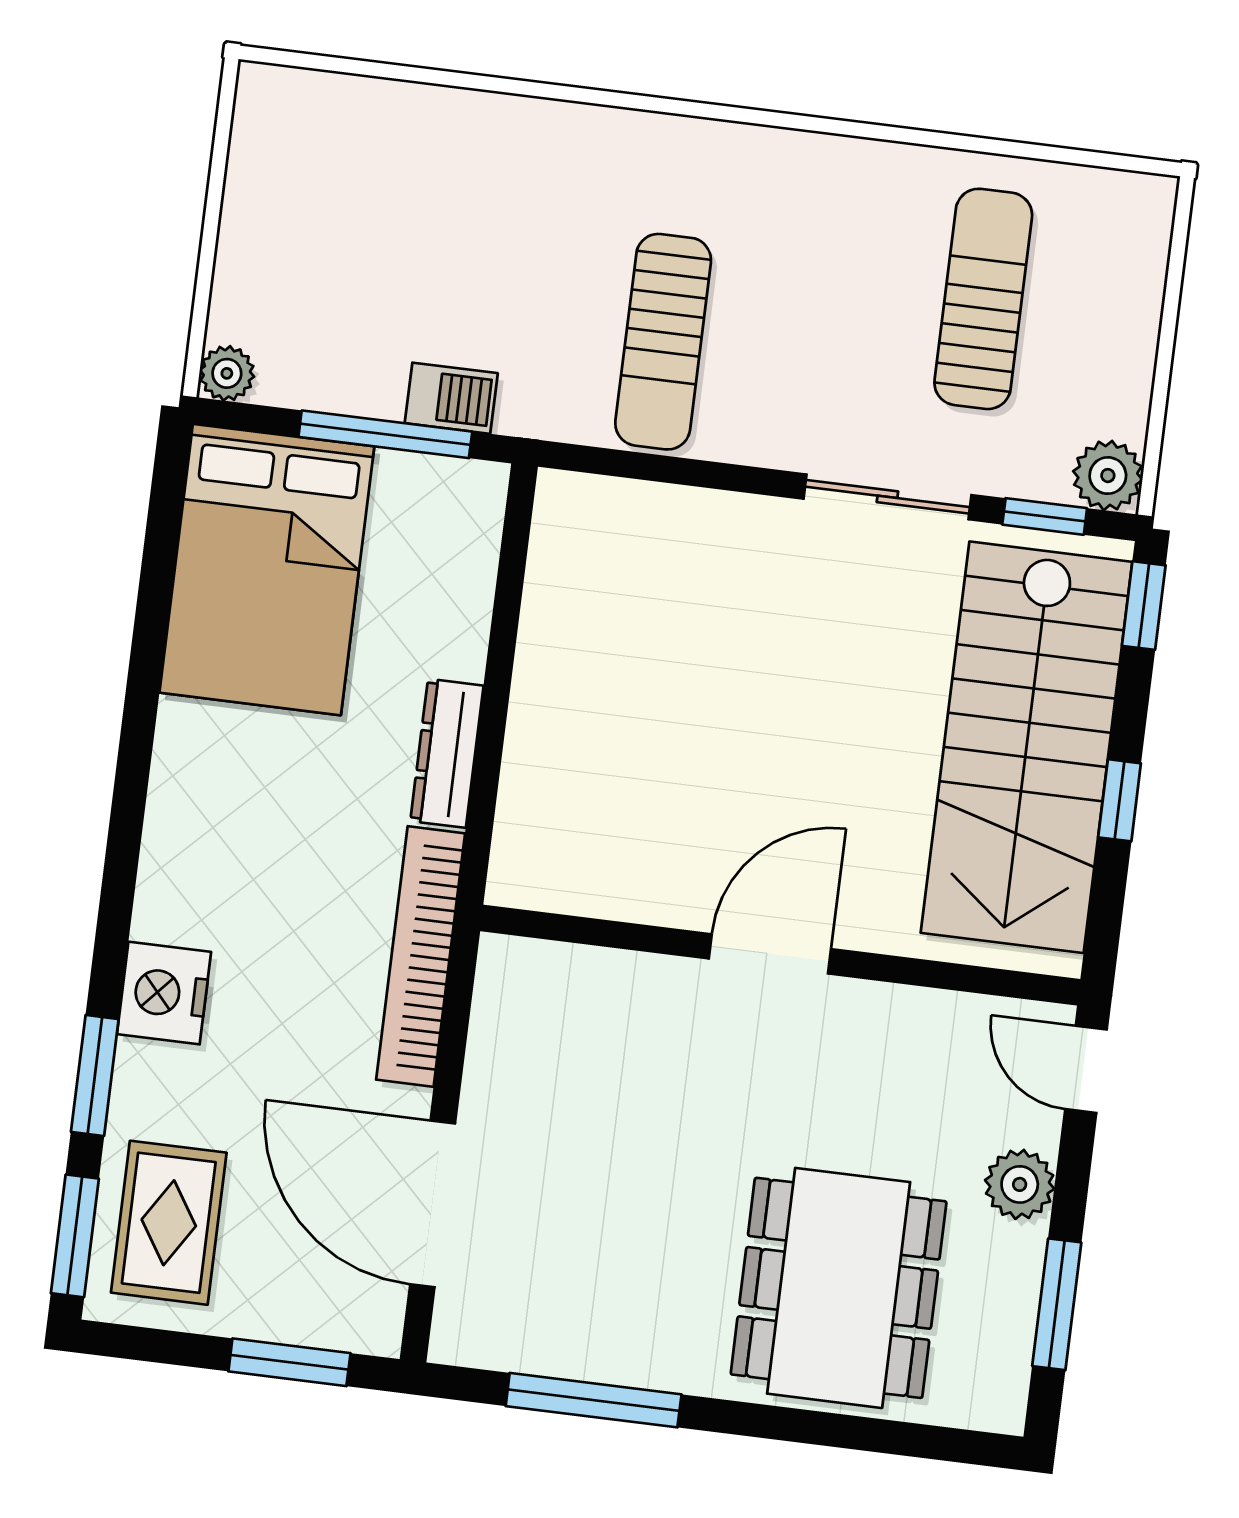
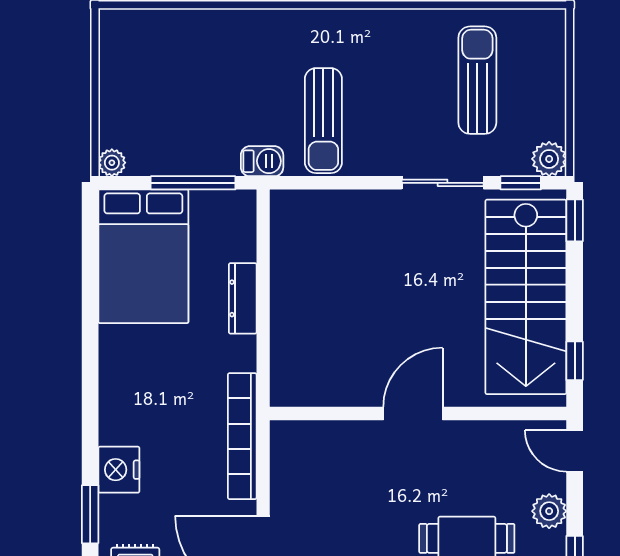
barbecue: (451, 398) -> (262, 161), moved
dresser: (447, 753) -> (243, 298), moved
window: (1120, 800) -> (575, 361), moved

